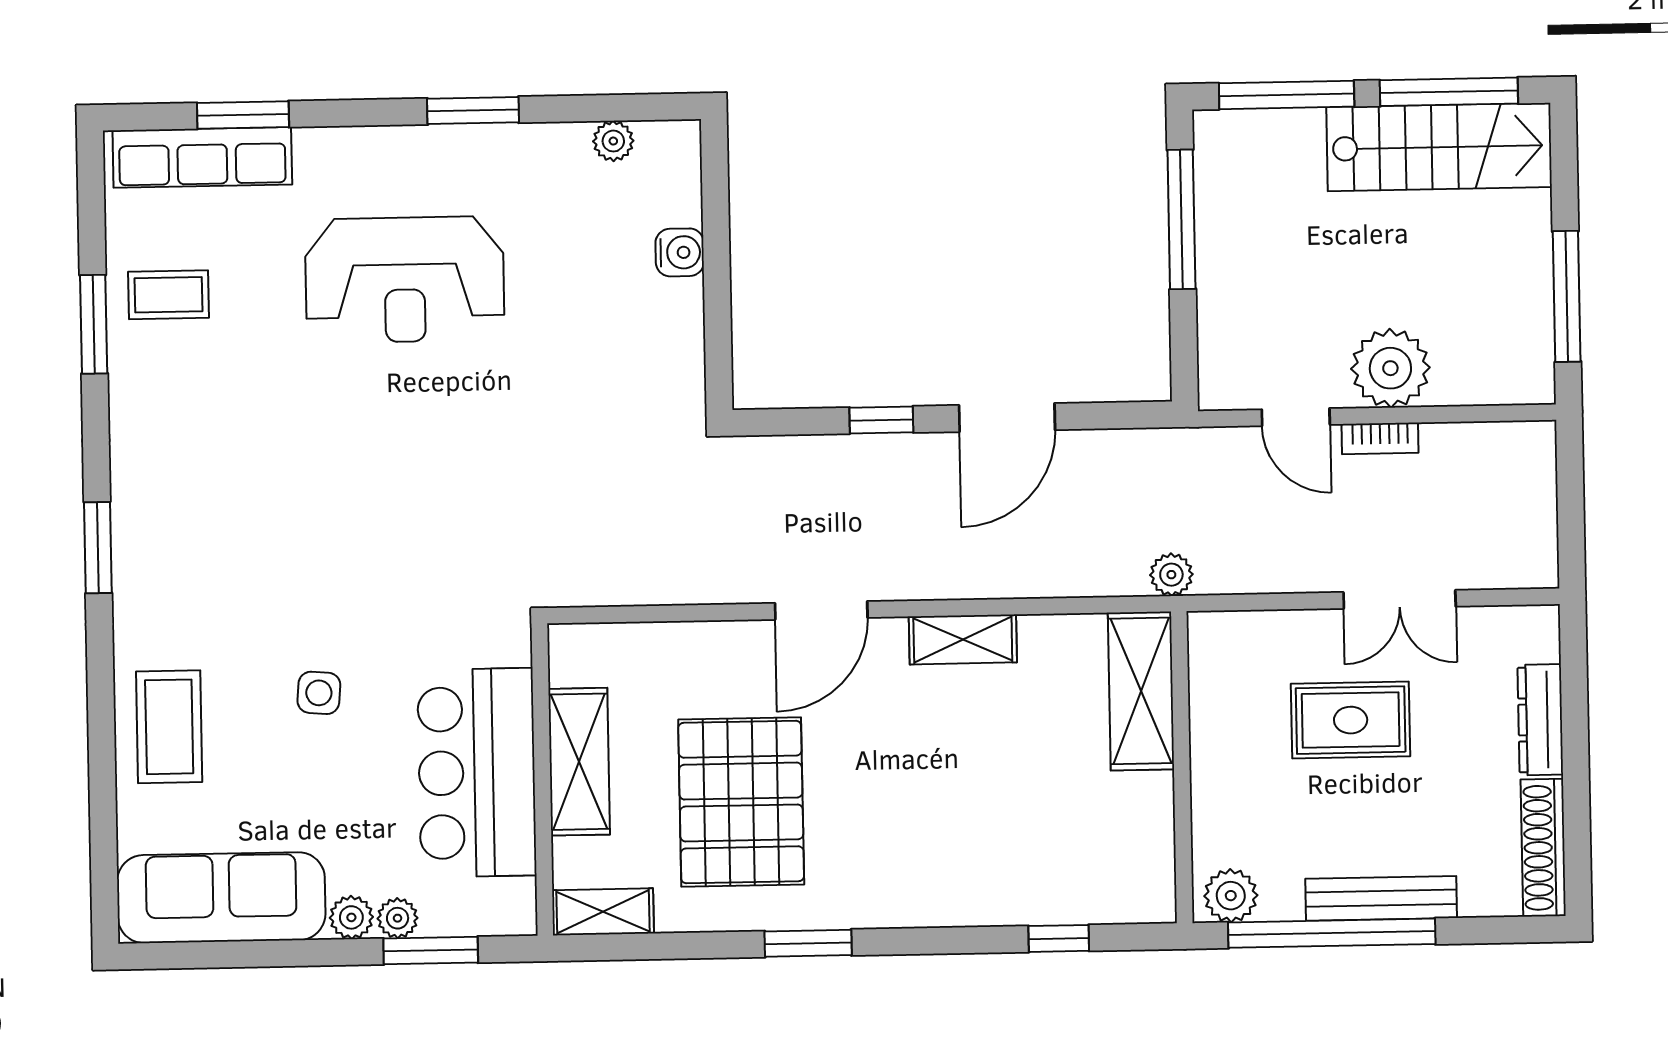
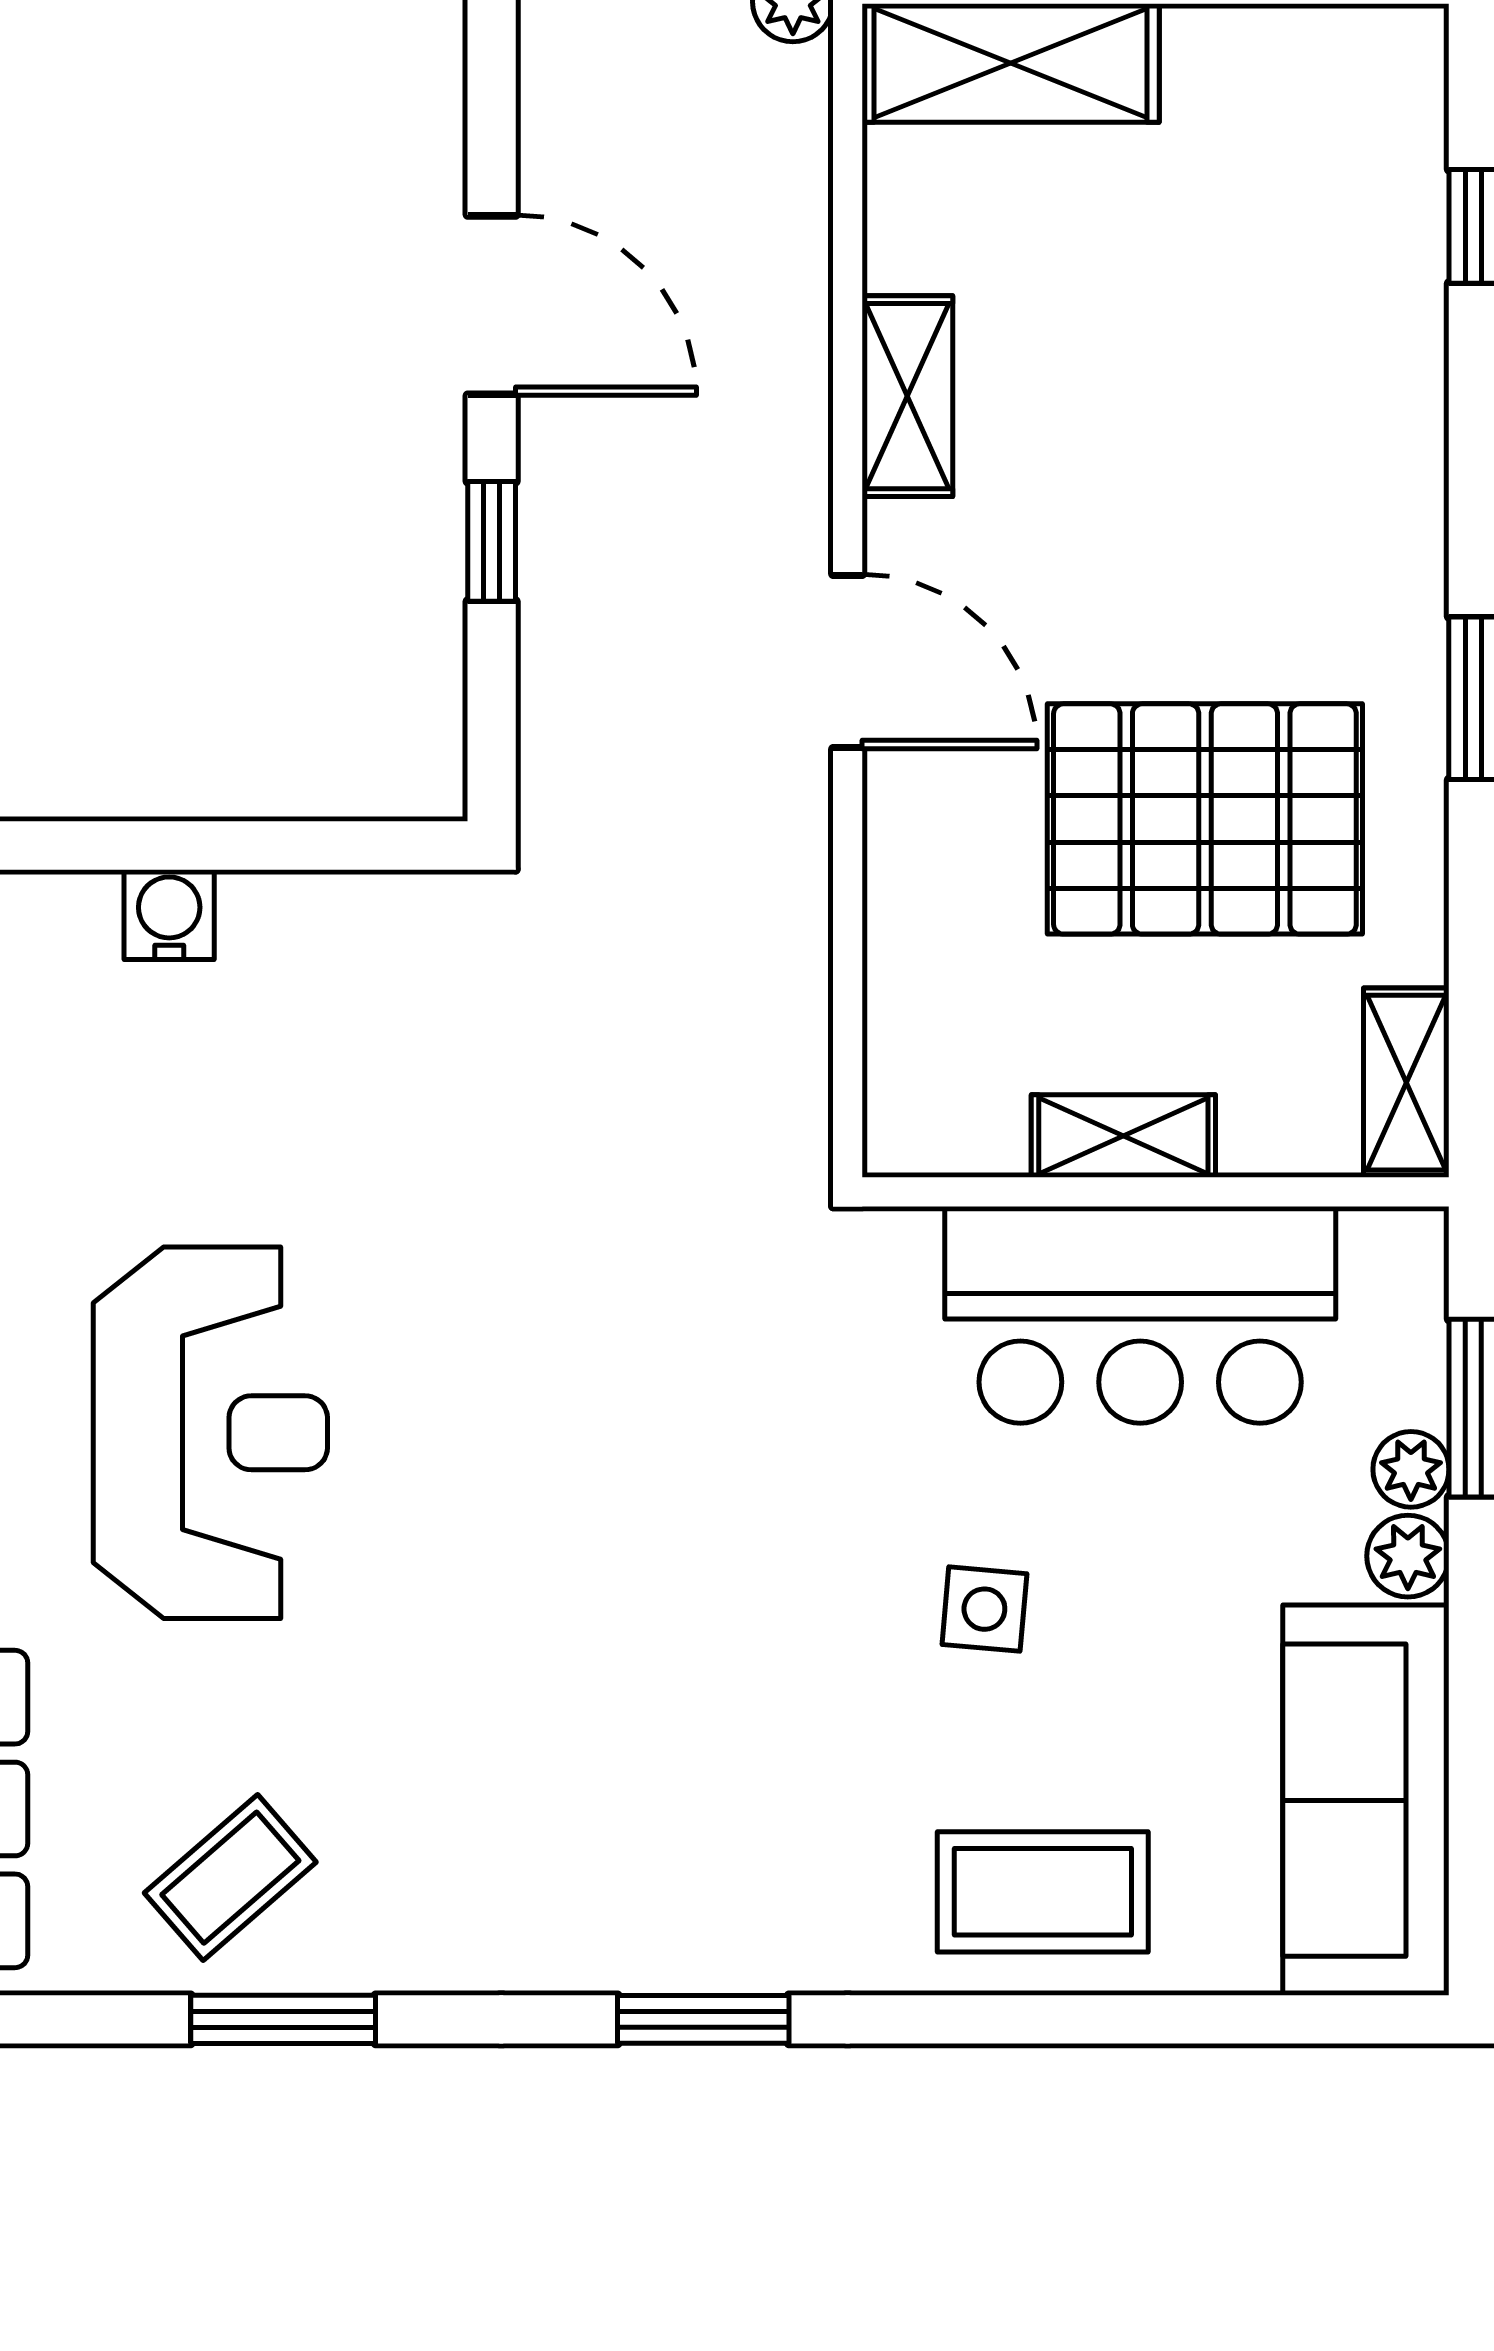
coffee table: (168, 295) -> (230, 1878), turned 49
shelving: (579, 762) -> (1123, 1136), width x0.67, depth x0.75

